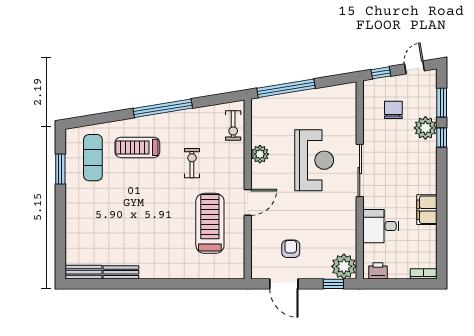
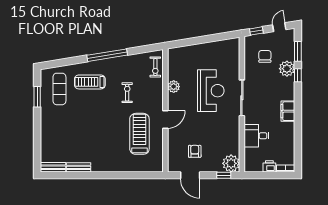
window: (286, 88) -> (191, 41), removed
filing cabinet: (427, 210) -> (288, 111), moved
printer: (378, 271) -> (269, 166), moved

